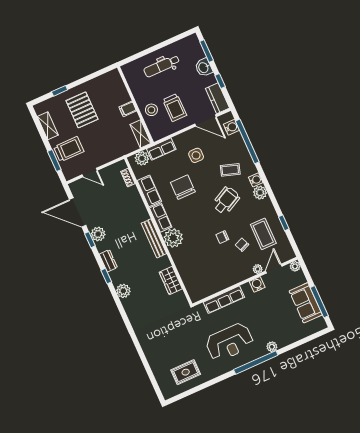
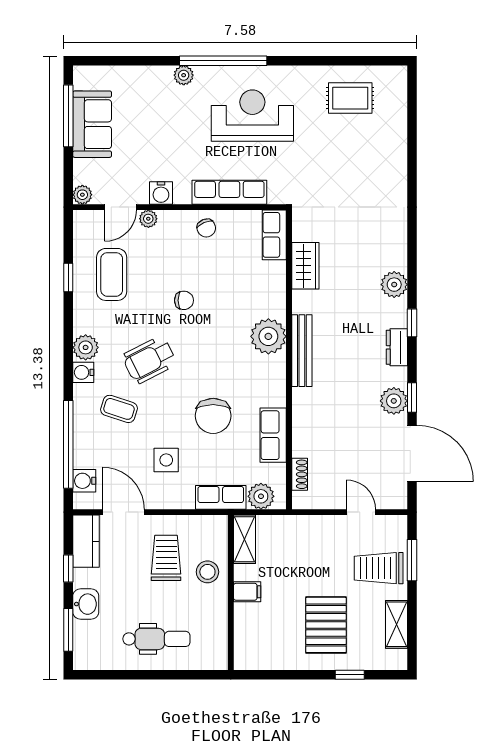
row of seats: (161, 217) -> (274, 235), moved
chair: (242, 245) -> (206, 228), moved

